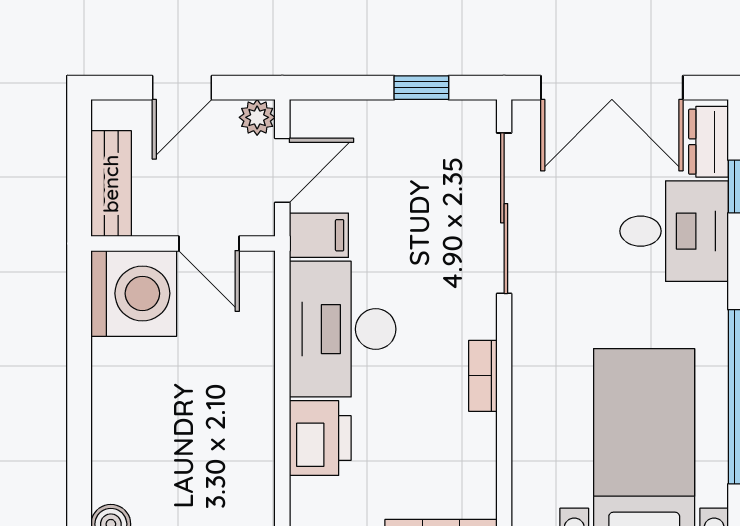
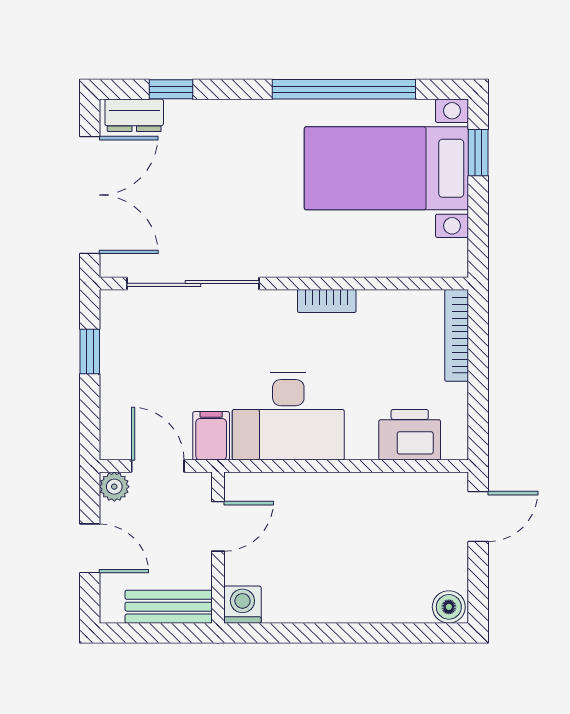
desk: (674, 231) -> (208, 144), removed
washing machine: (134, 293) -> (242, 605), width x0.53, depth x0.53
printer: (320, 438) -> (410, 435), moved

